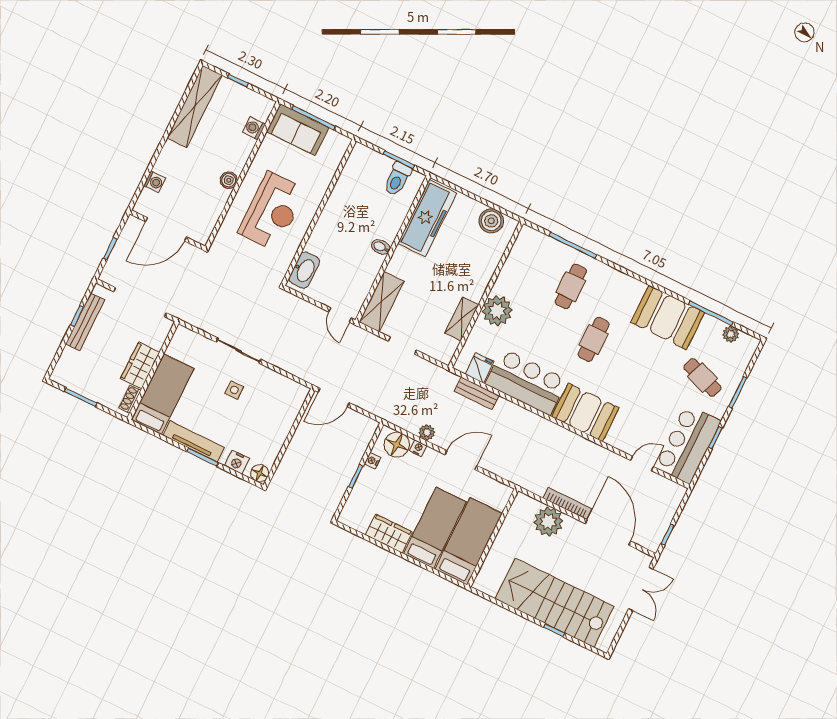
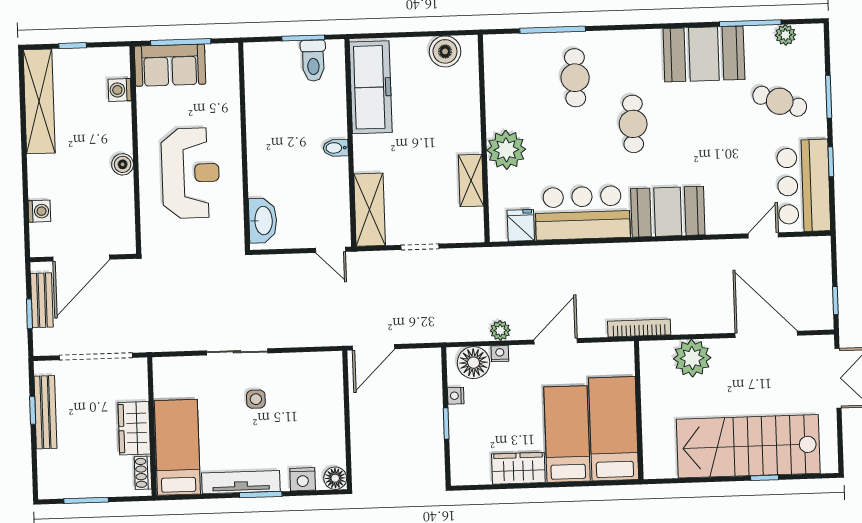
bench: (477, 393) -> (42, 300), moved, turned 90
bookcase: (567, 503) -> (639, 328), moved

